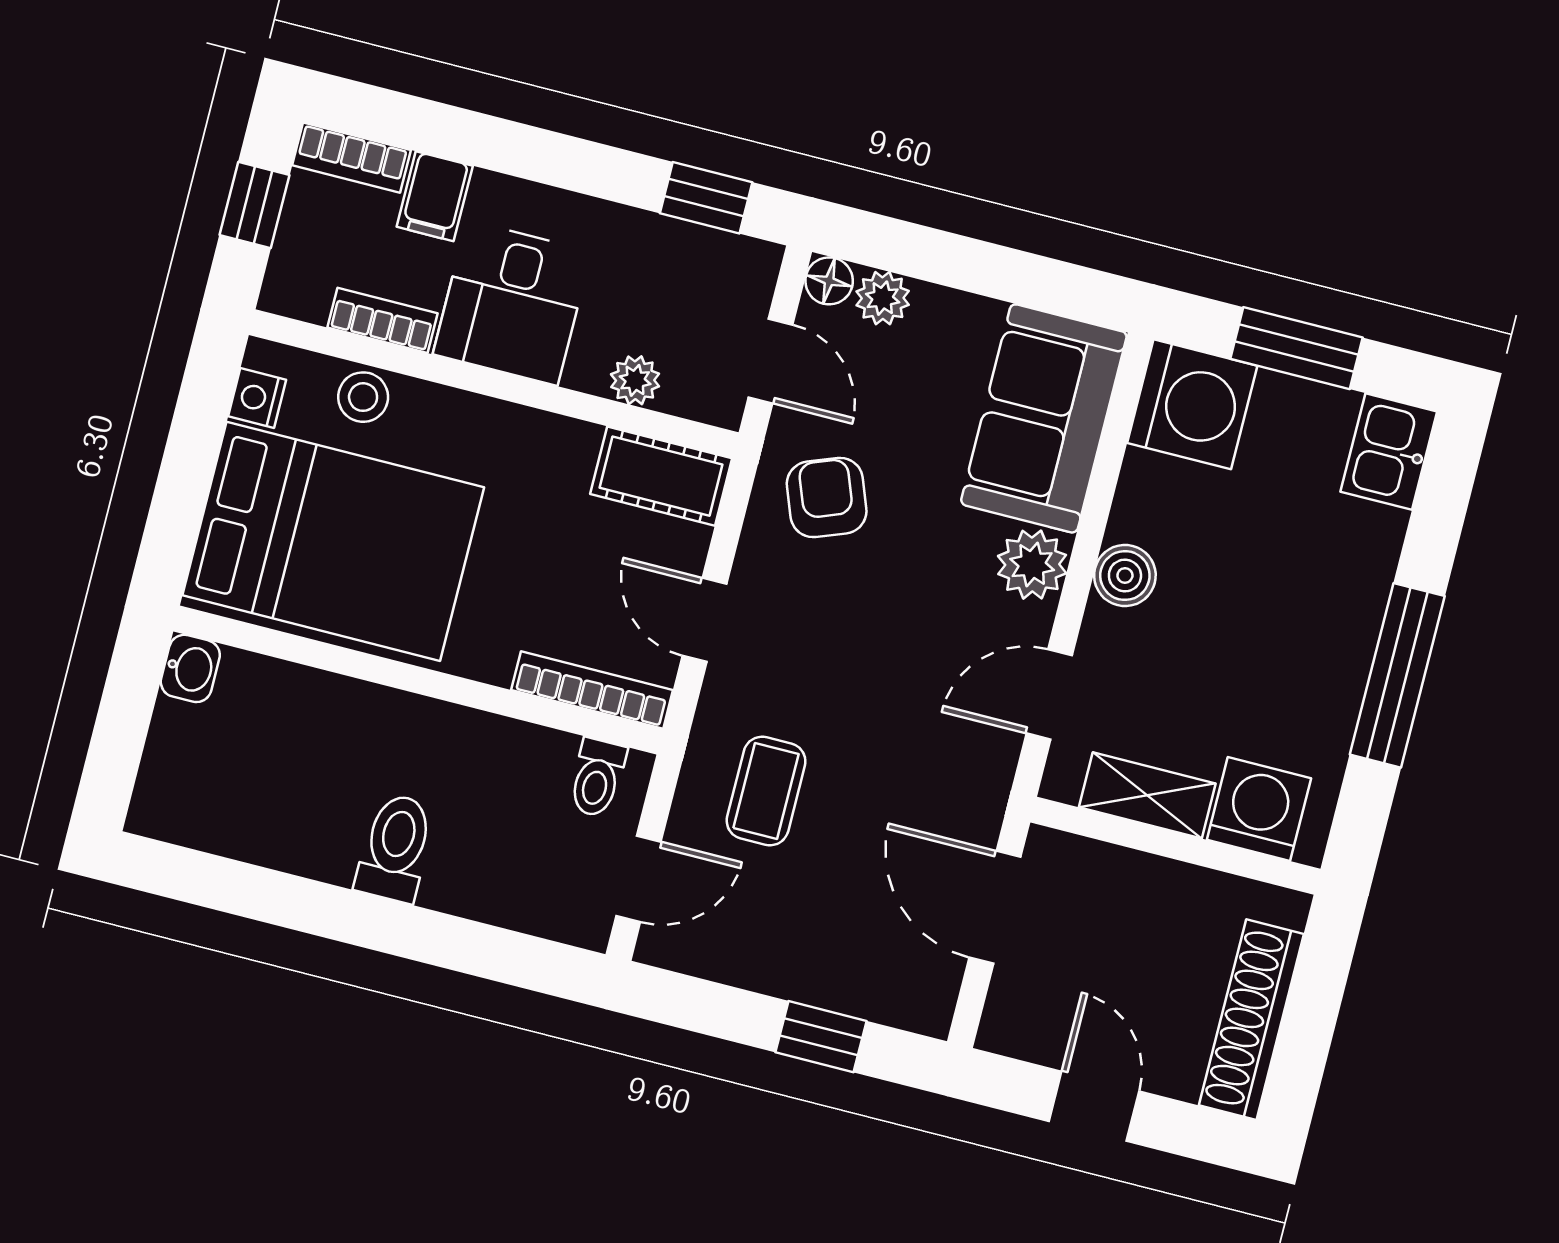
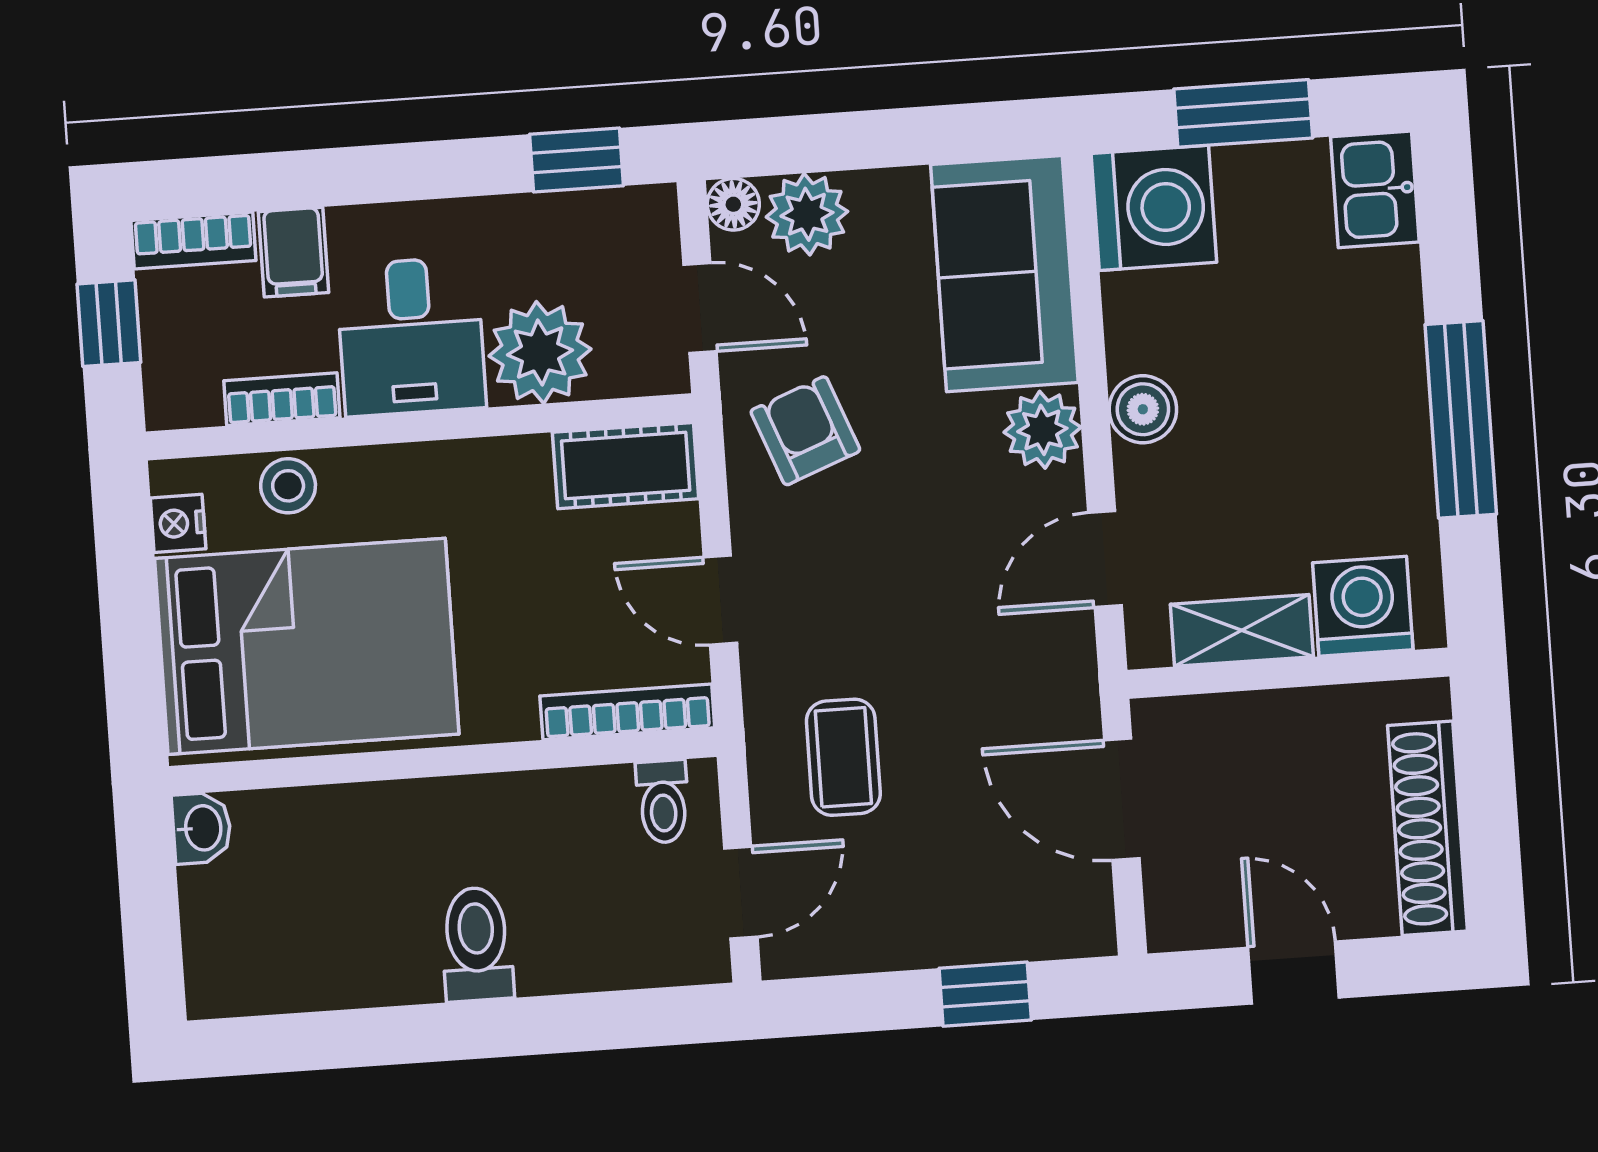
plant: (883, 298) -> (807, 214), width x1.38, depth x1.38
plant: (635, 380) -> (540, 352), width x1.88, depth x1.88

